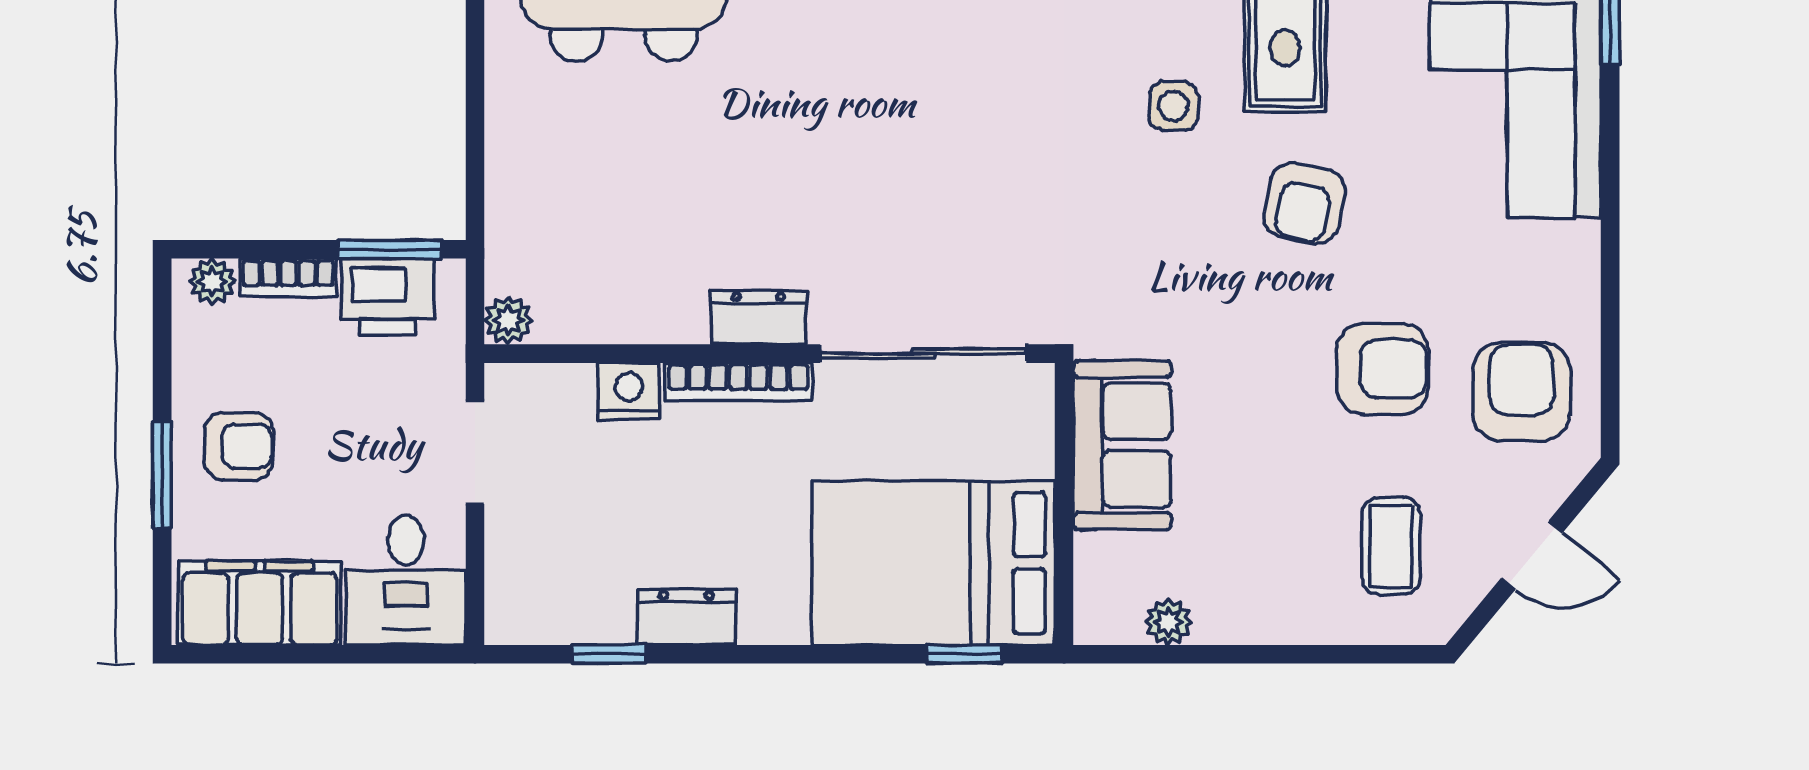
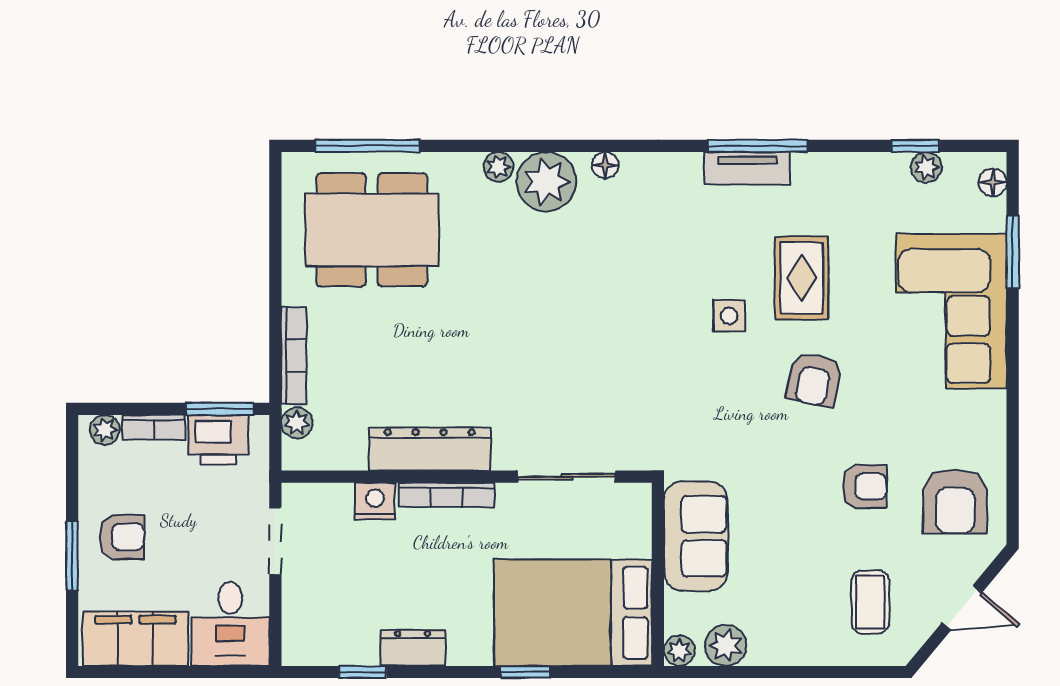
bookcase: (503, 167) -> (294, 355), added
dresser: (758, 318) -> (430, 449), width x1.96, depth x1.24
plant: (508, 320) -> (297, 423), moved
sliding door: (923, 354) -> (567, 477), width x0.73
armchair: (1382, 369) -> (865, 487), width x0.72, depth x0.72
armchair: (1521, 392) -> (955, 502), turned 180
plant: (1097, 621) -> (679, 651), added
plant: (1169, 622) -> (726, 645), width x1.38, depth x1.38
window: (964, 654) -> (525, 672), moved

